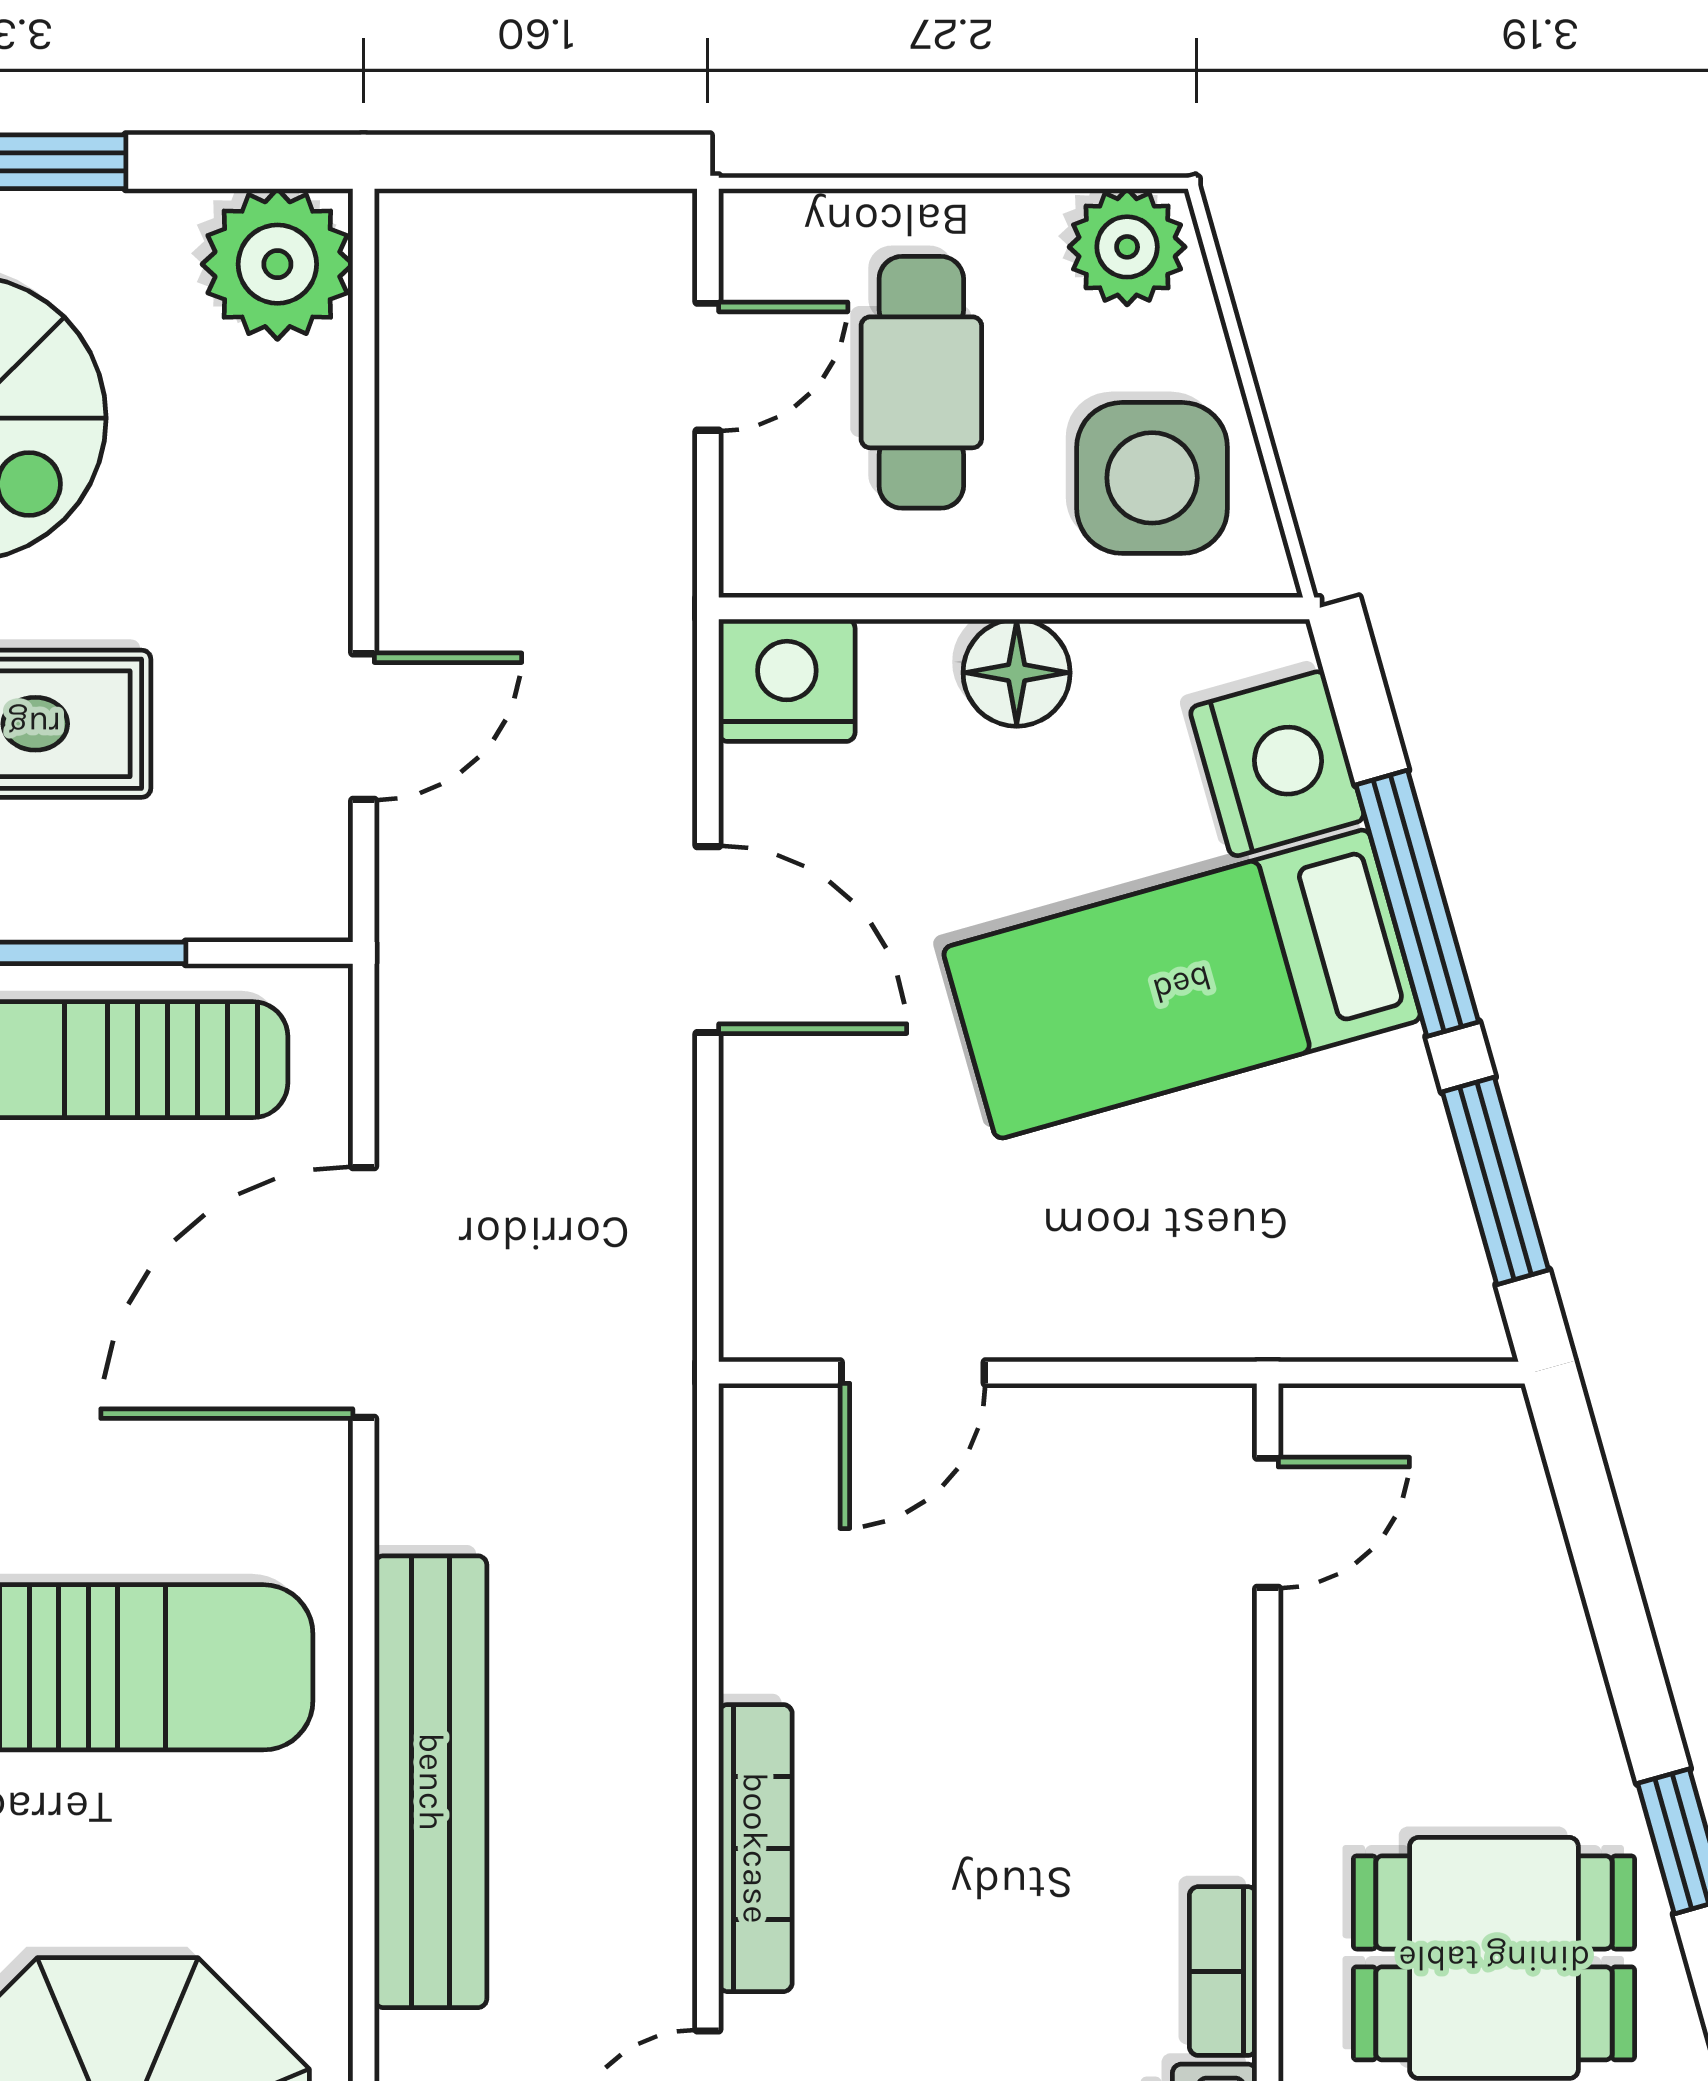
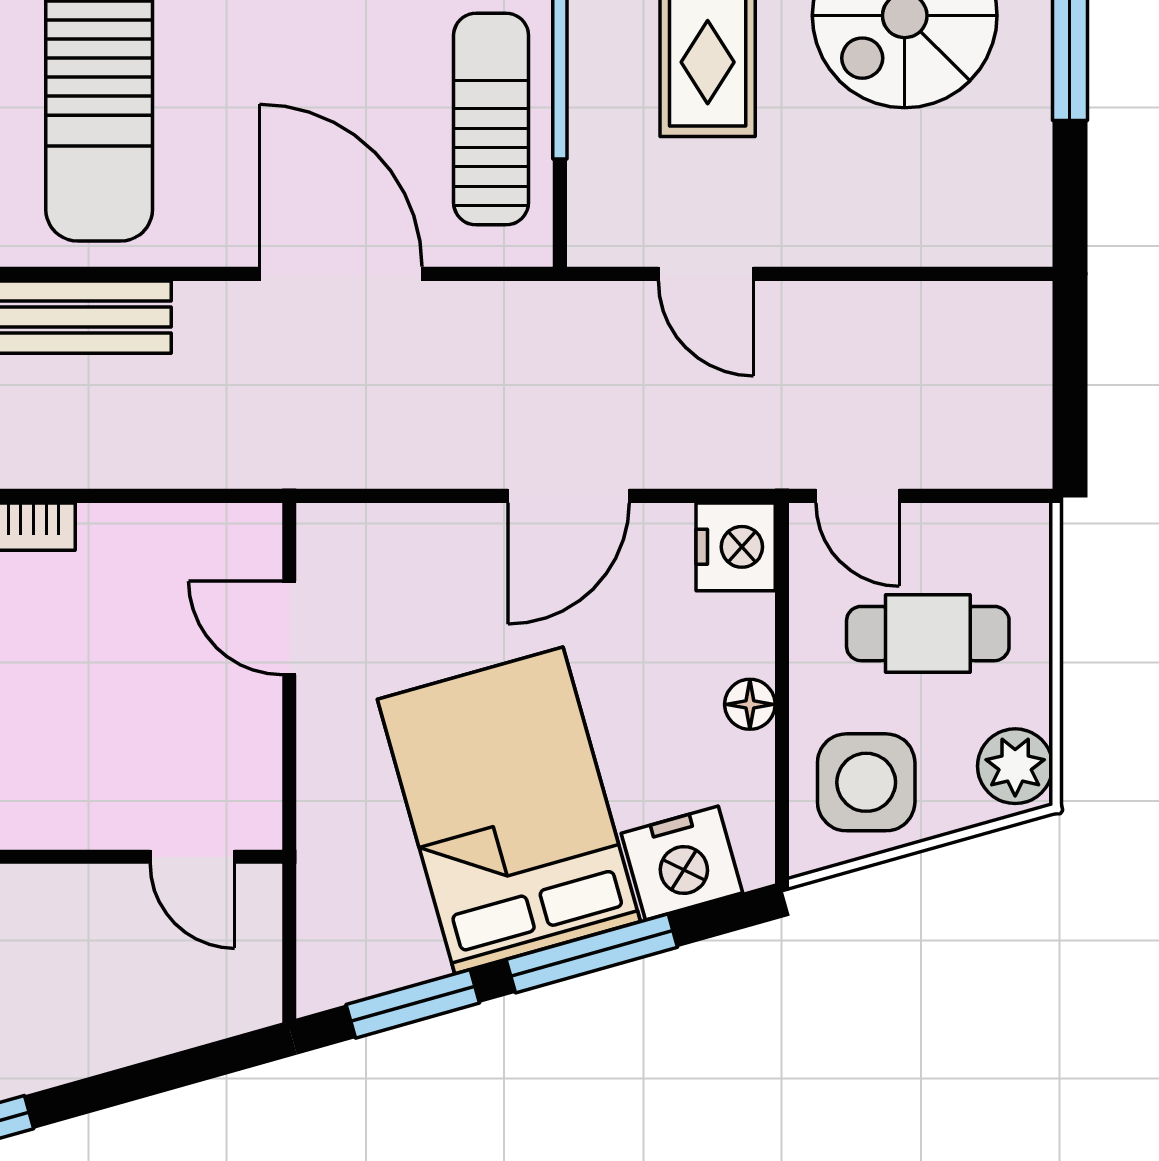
plant: (277, 264) -> (1004, 218), removed
door: (708, 367) -> (857, 496), moved
floor lamp: (1017, 673) -> (750, 704), width x0.73, depth x0.73
bed: (1182, 984) -> (509, 810), width x1.50

